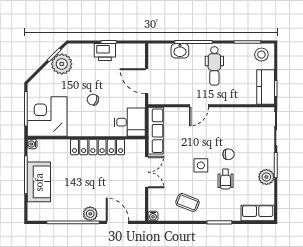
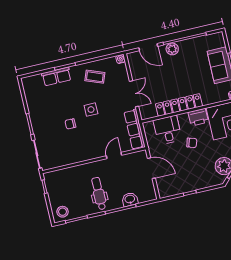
printer: (105, 52) -> (198, 117), moved, turned 180
kitchen counter: (266, 87) -> (53, 186), removed
door: (199, 106) -> (114, 156), moved
desk: (130, 122) -> (168, 130), moved, turned 90
double door: (147, 172) -> (134, 94), swing flipped
plant: (266, 177) -> (35, 113), removed
wheelchair: (226, 179) -> (68, 103), removed
row of seats: (258, 213) -> (56, 77), moved

